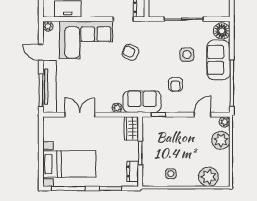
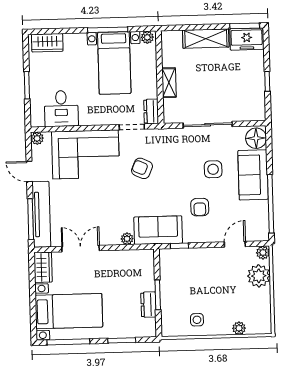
wardrobe: (131, 128) -> (43, 267), moved, turned 180
dresser: (133, 171) -> (148, 305), moved
plant: (208, 177) -> (239, 328), width x0.53, depth x0.53

